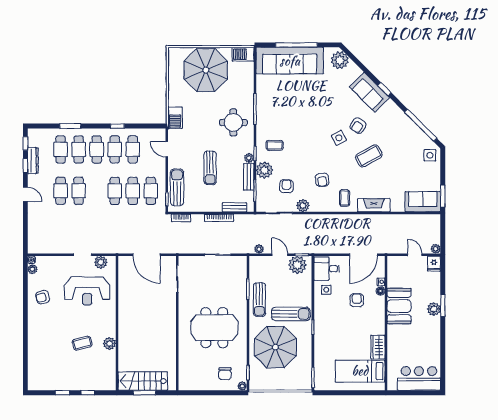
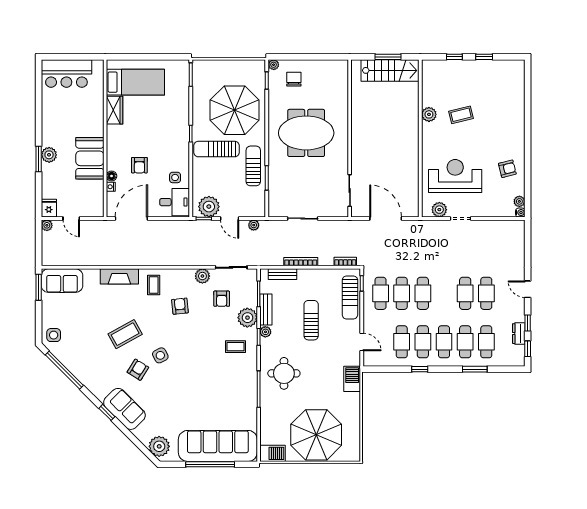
dresser: (33, 161) -> (519, 334), width x0.70

